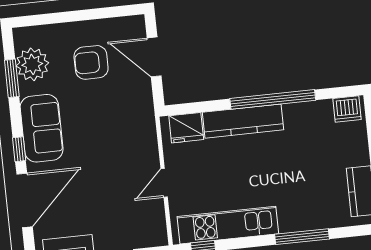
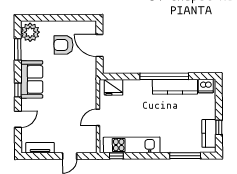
plant: (32, 64) -> (30, 32), moved
kitchen counter: (243, 121) -> (175, 87), moved
door: (25, 200) -> (18, 119), width x0.53
window: (302, 237) -> (185, 156), moved

